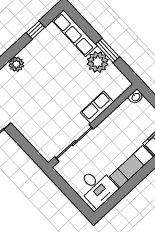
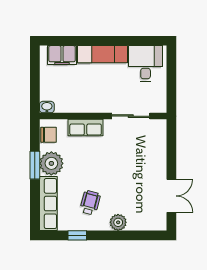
wheelchair: (47, 60) -> (90, 203), added
chair: (117, 79) -> (49, 135), added
sliding door: (74, 143) -> (131, 116), width x0.73

